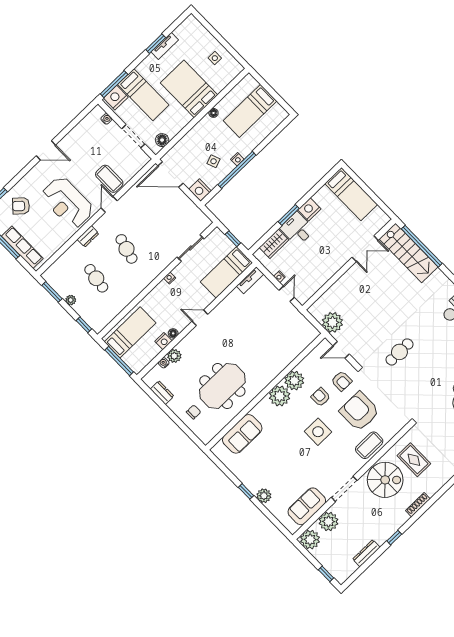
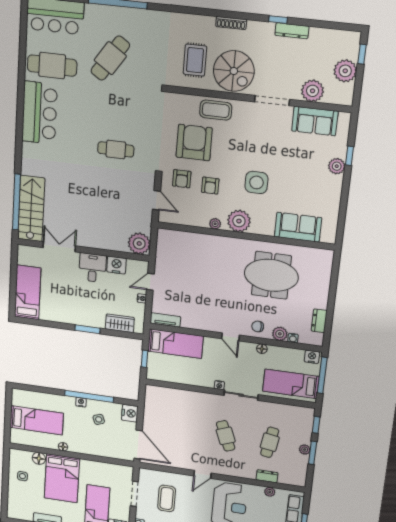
floor lamp: (162, 140) -> (39, 458), moved
coffee table: (109, 179) -> (167, 498), moved
nightstand: (309, 209) -> (116, 265), moved, turned 180
desk: (297, 229) -> (93, 268), moved, turned 180
dresser: (88, 236) -> (267, 476), moved
plant: (56, 245) -> (270, 492), added
sliding door: (191, 248) -> (241, 395), moved
cafe table: (126, 249) -> (226, 436), turned -36
window: (52, 292) -> (313, 453), moved
plant: (332, 322) -> (139, 243), moved
nightstand: (164, 341) -> (312, 357), moved
plant: (294, 381) -> (215, 224), width x0.53, depth x0.53
armchair: (342, 381) -> (182, 179), turned 180
armchair: (359, 411) -> (194, 143), turned 180
chair: (194, 412) -> (258, 326), moved
side table: (318, 432) -> (256, 182), moved
spiral stairs: (385, 480) -> (234, 71), turned 180
window: (246, 491) -> (349, 156), moved
plant: (310, 540) -> (345, 71), moved
dresser: (366, 553) -> (292, 31), moved

